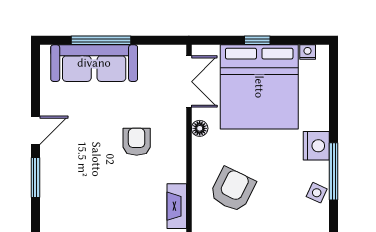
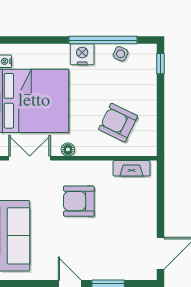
armchair: (137, 142) -> (79, 201), width x1.38, depth x1.38
window: (334, 171) -> (103, 40), width x1.46

